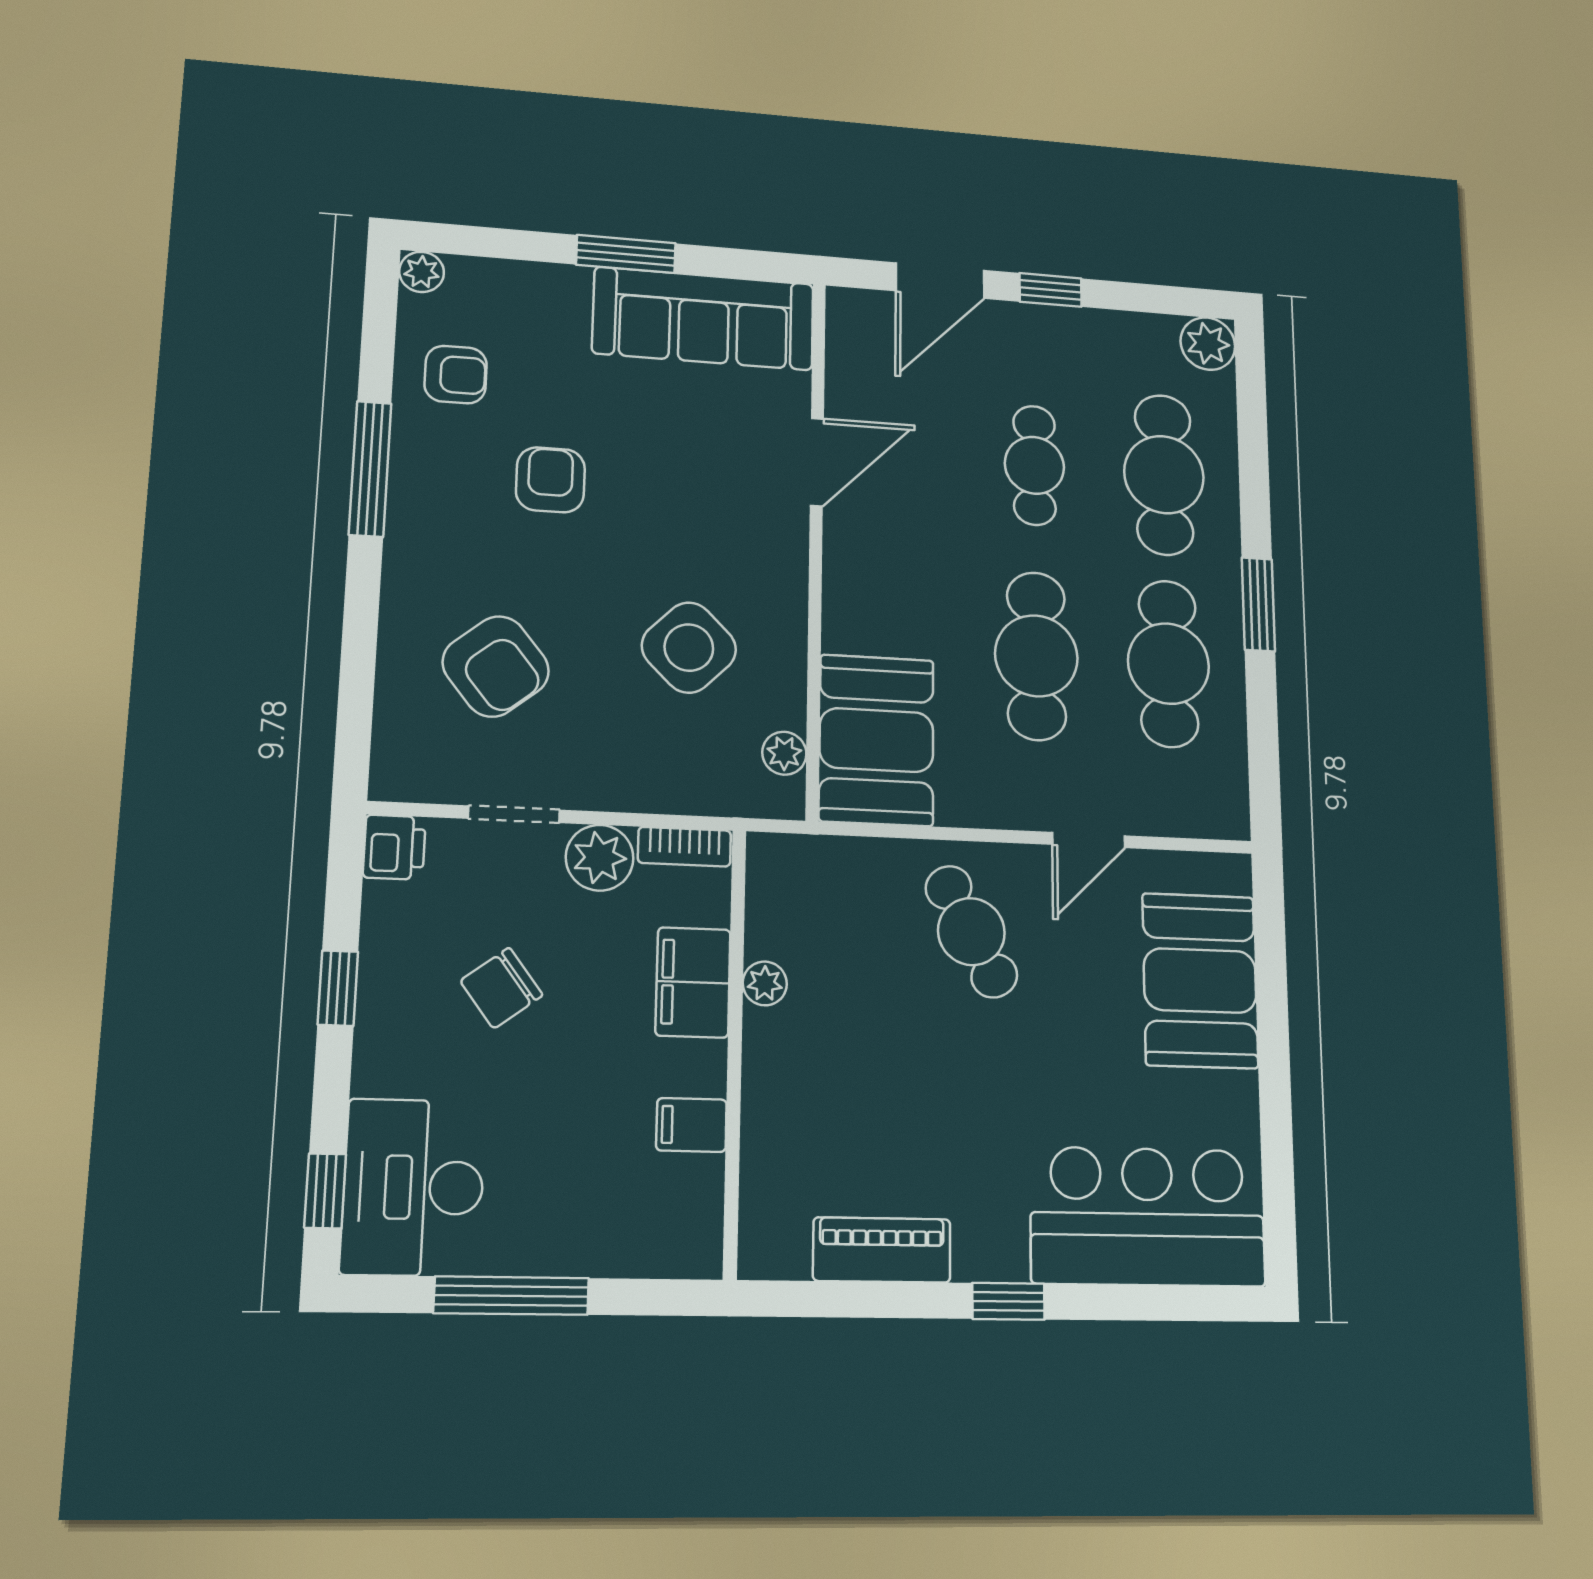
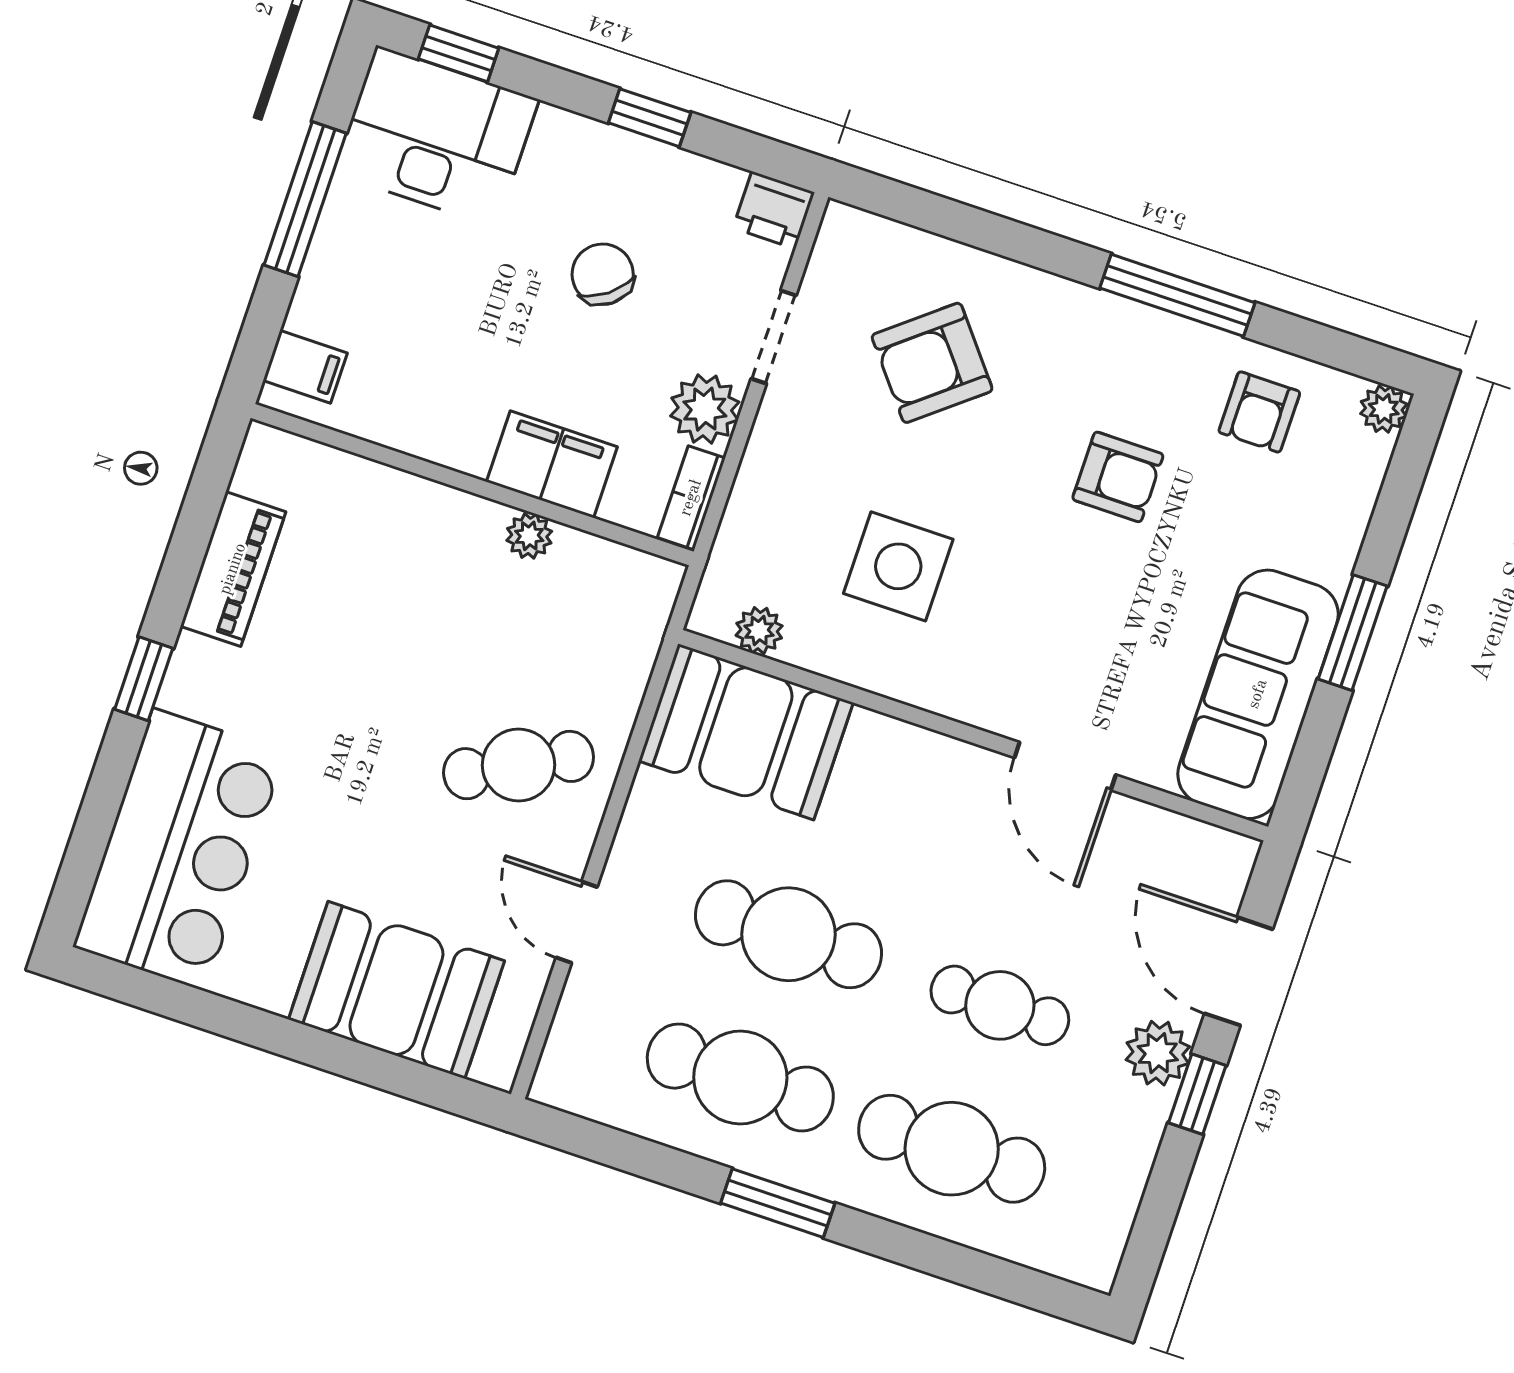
plant: (1208, 344) -> (1158, 1053), moved
side table: (689, 648) -> (898, 566), turned 45
filing cabinet: (691, 1125) -> (305, 367), moved, turned 90

